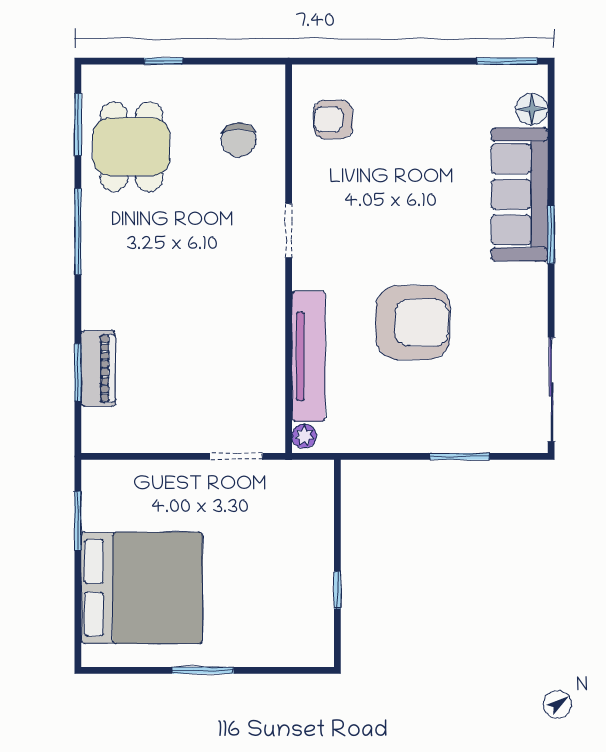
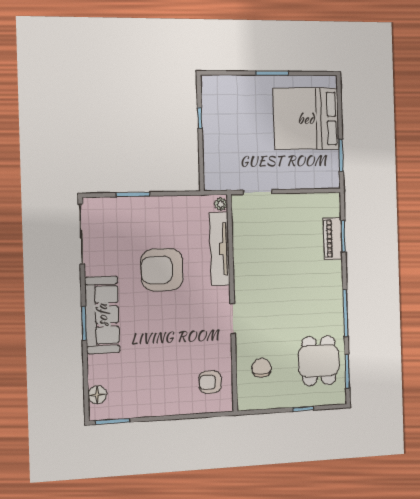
armchair: (333, 119) -> (210, 382), turned 180
sofa: (520, 194) -> (102, 315), moved

